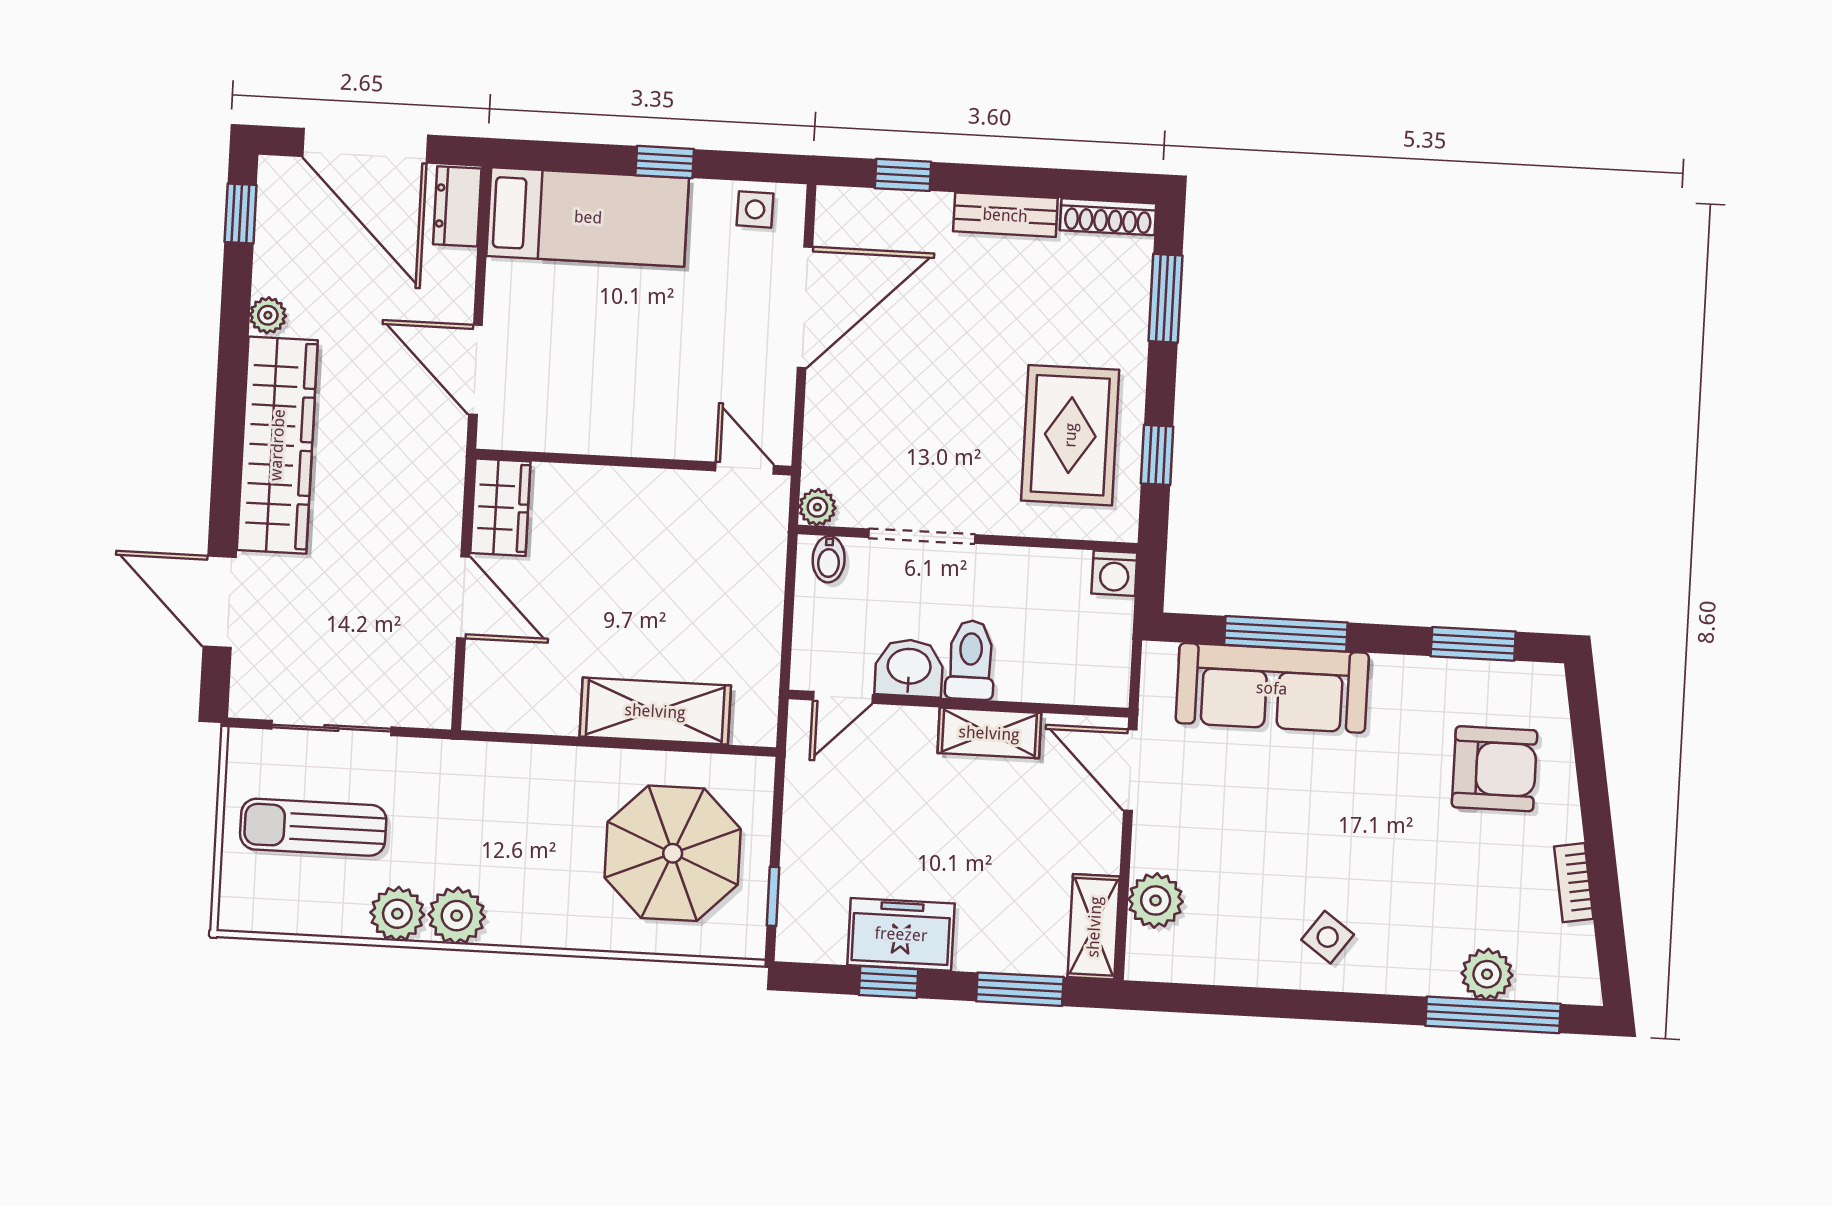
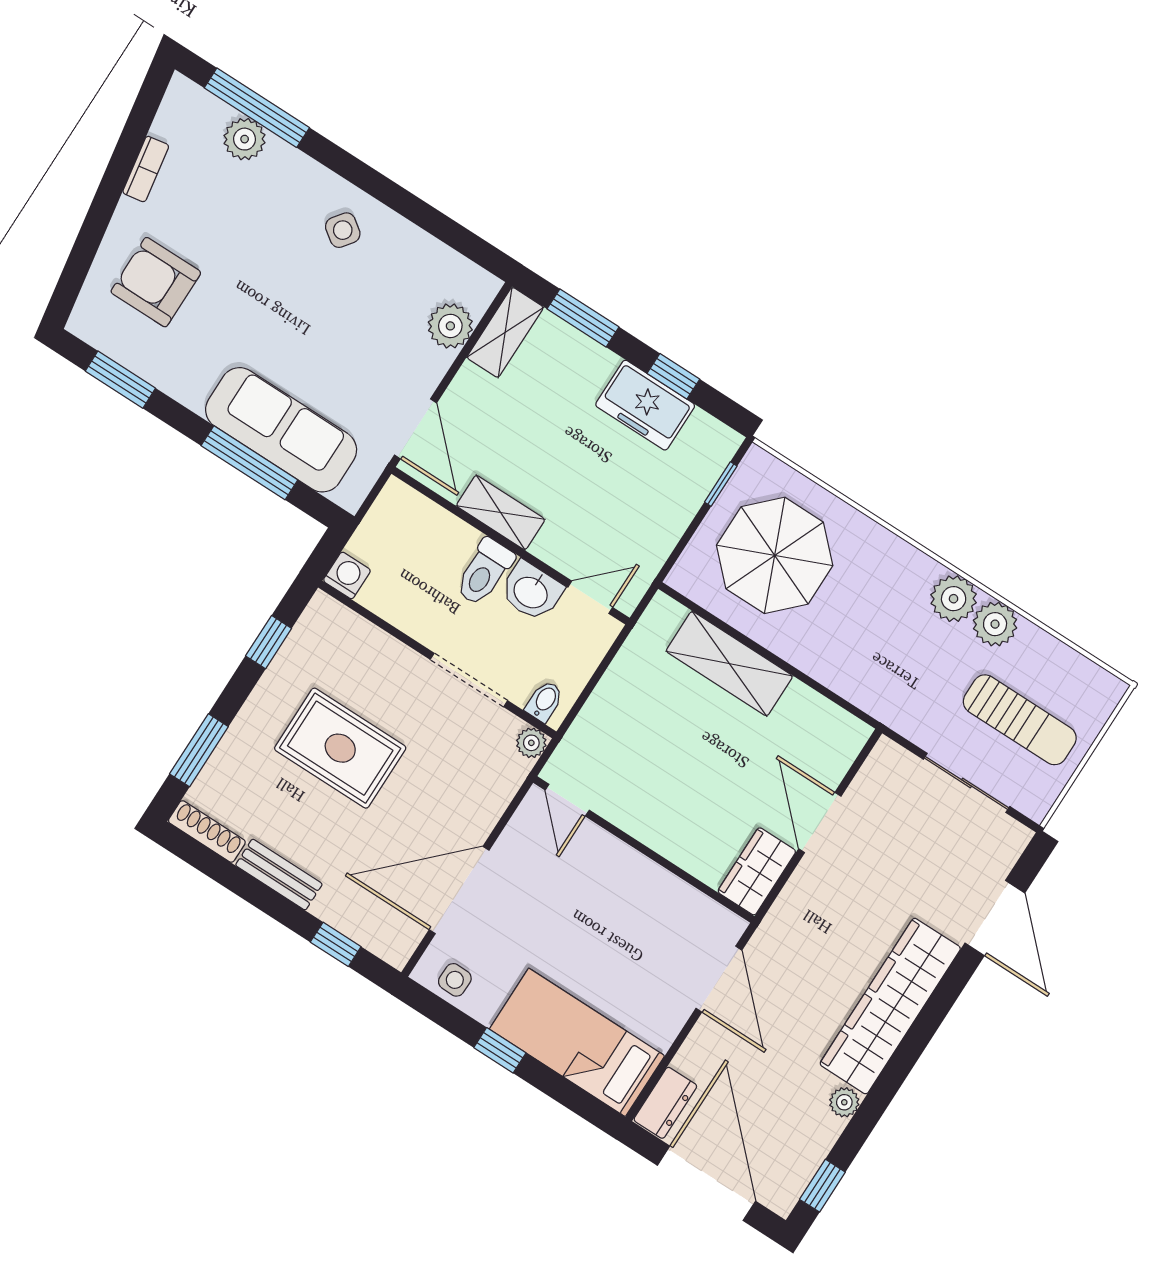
rug: (1070, 435) -> (340, 748), moved, turned 90

